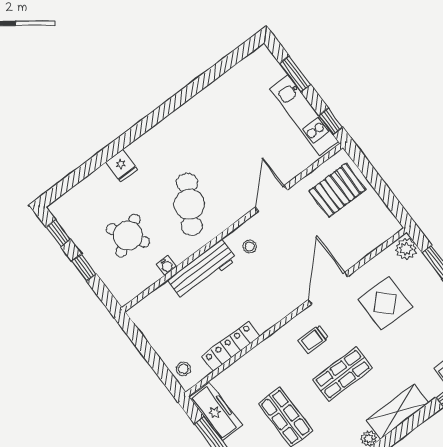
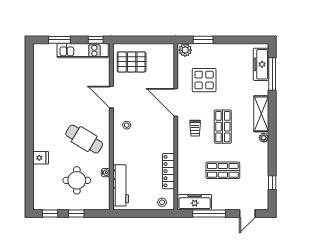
pallet: (337, 190) -> (132, 62), turned 90
round table: (128, 235) -> (77, 180), turned 31
workbench: (202, 270) -> (121, 185), moved

